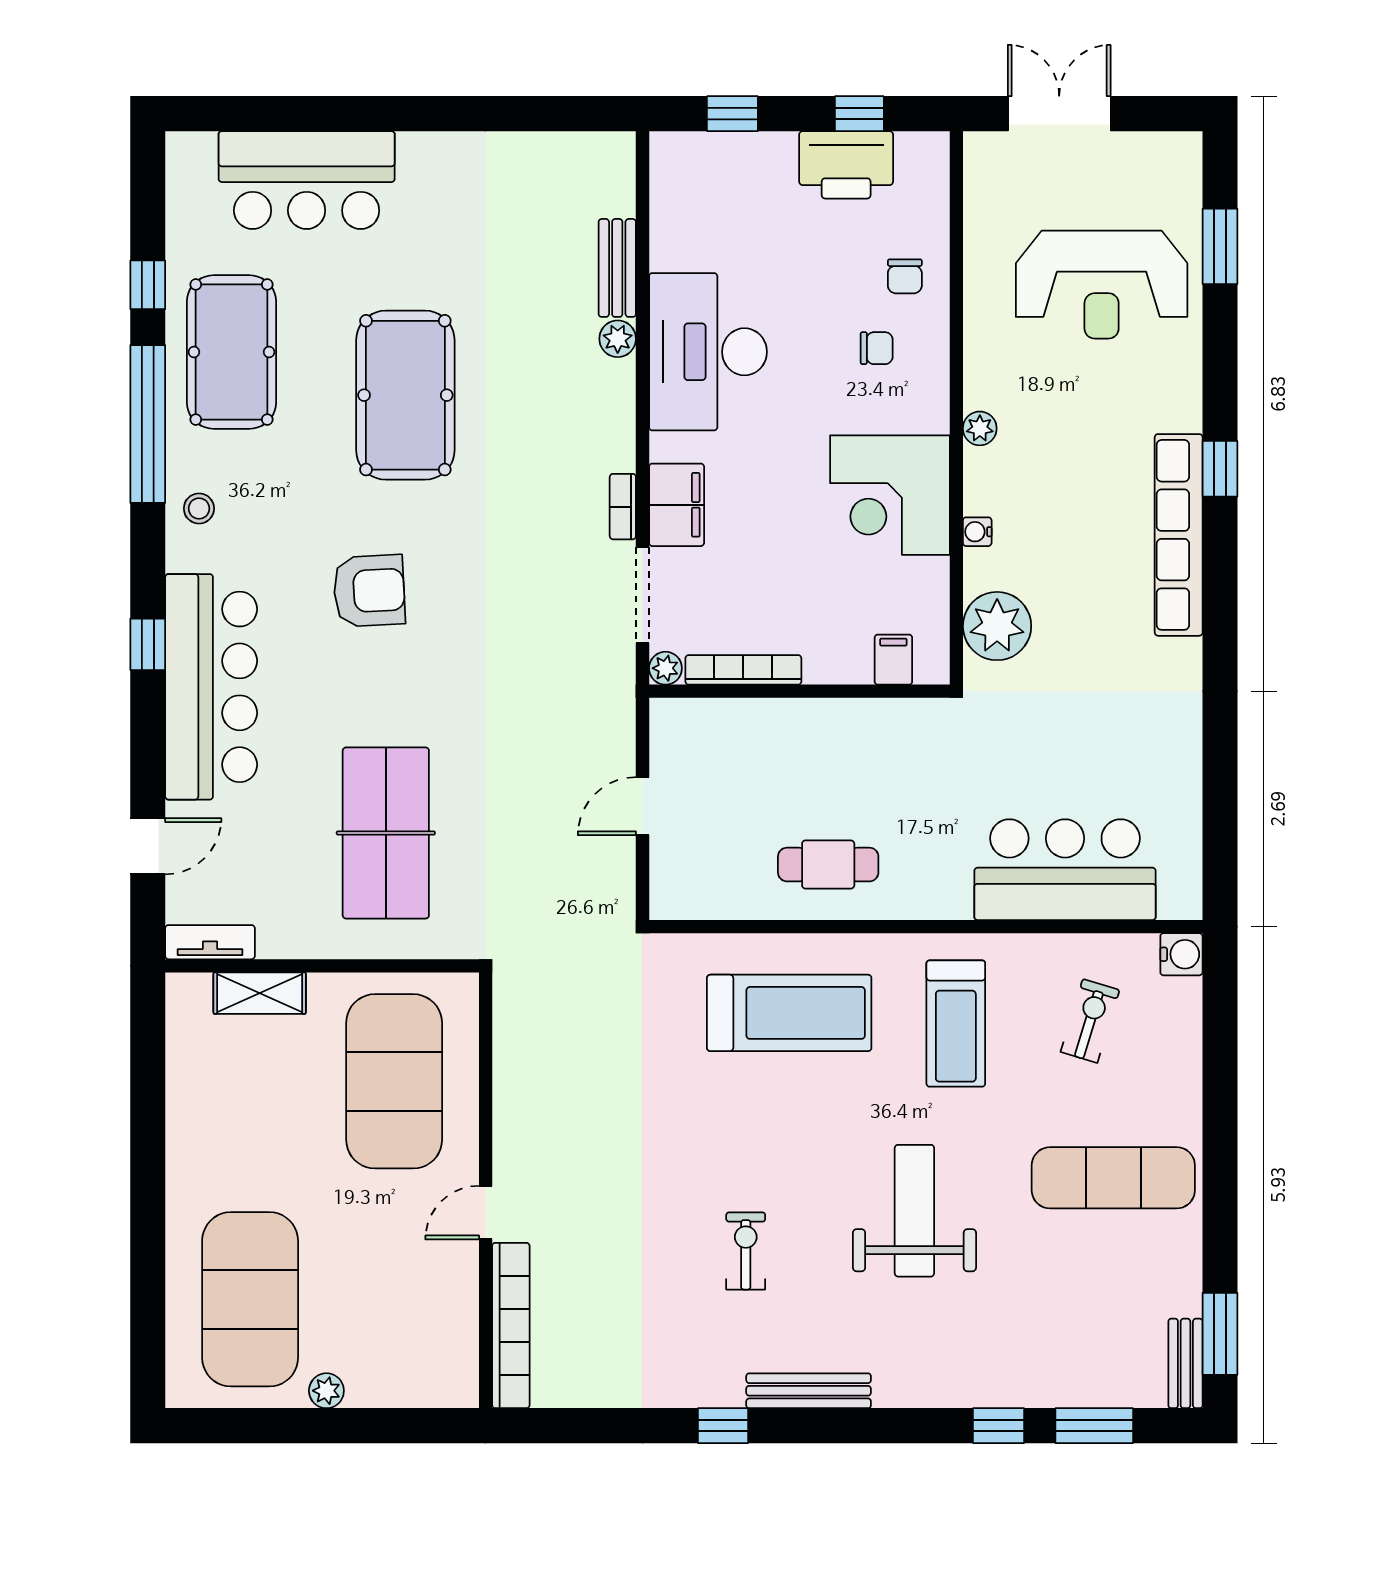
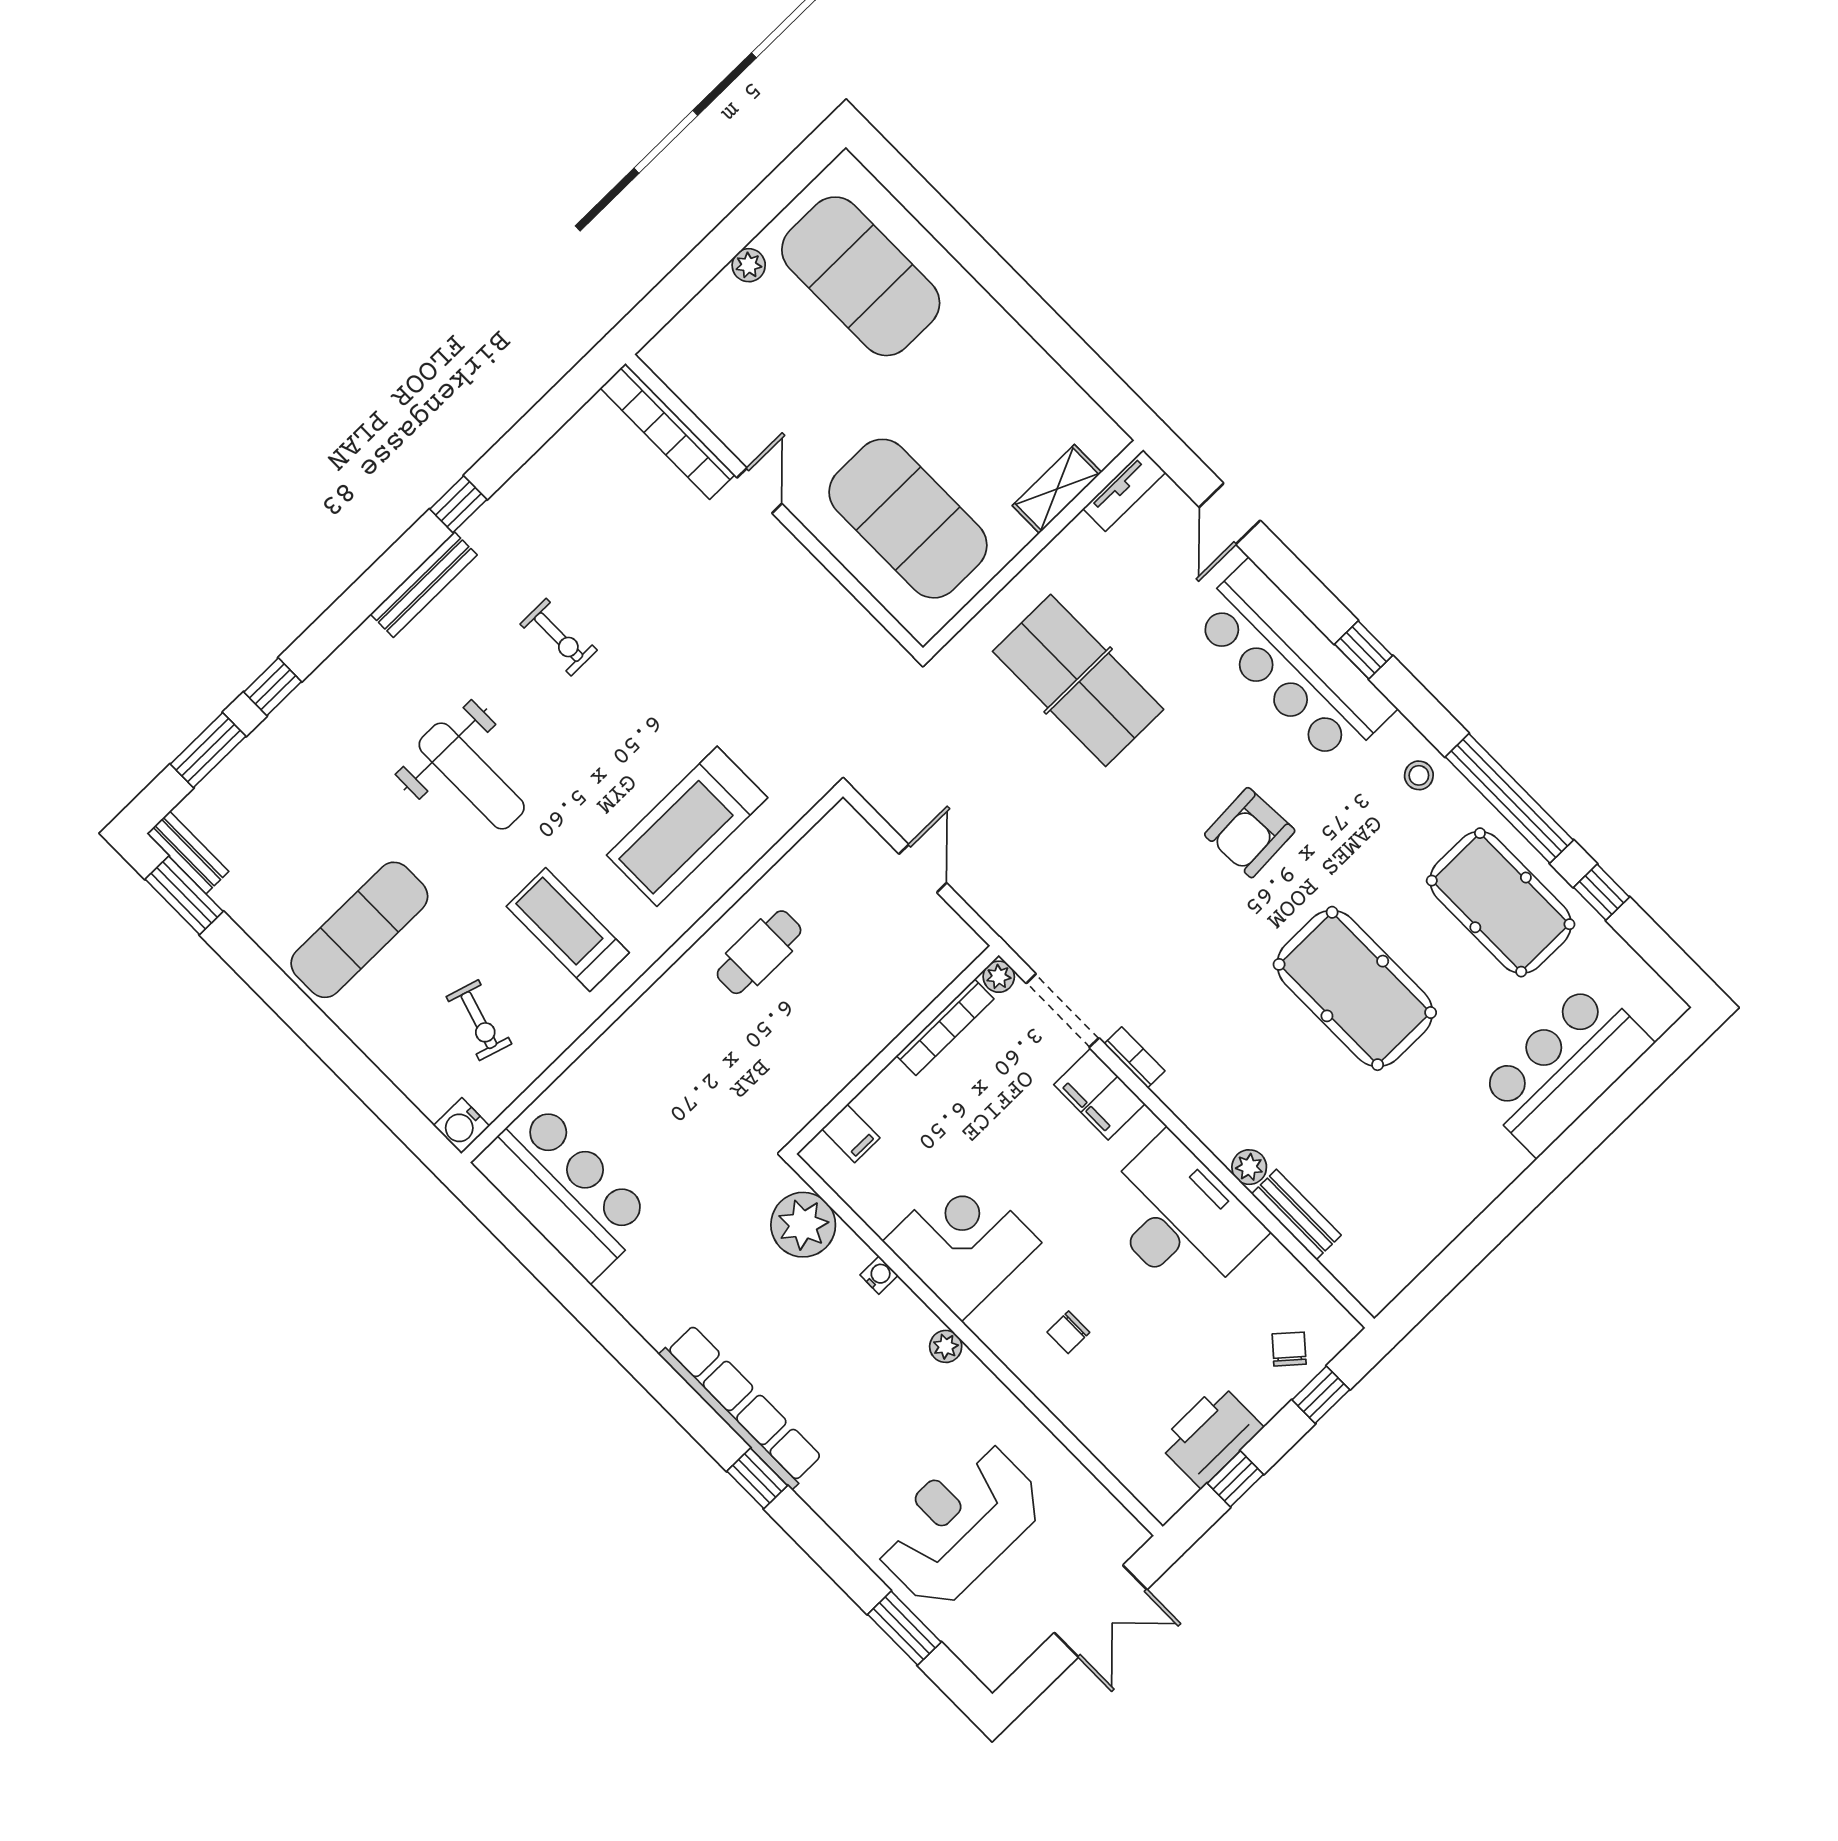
chair: (905, 276) -> (1289, 1349), moved, turned 41
bar counter: (1065, 870) -> (564, 1190), moved, turned -90

